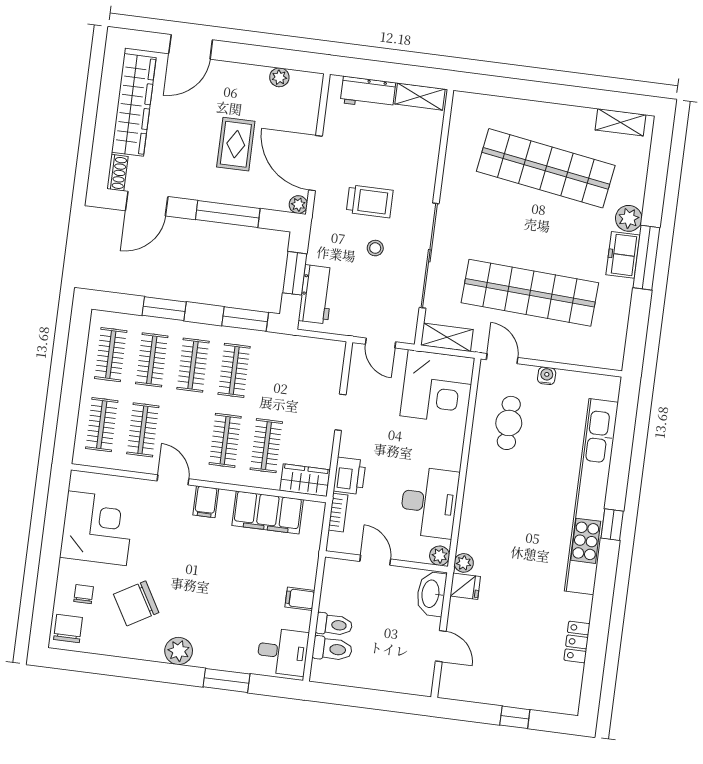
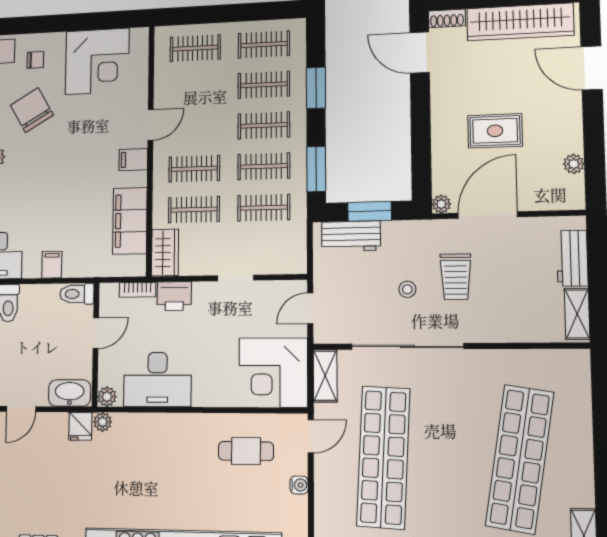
window: (228, 214) -> (421, 135), removed
clothes rail: (143, 430) -> (264, 208), moved
toilet: (334, 625) -> (77, 294), moved, turned 90

